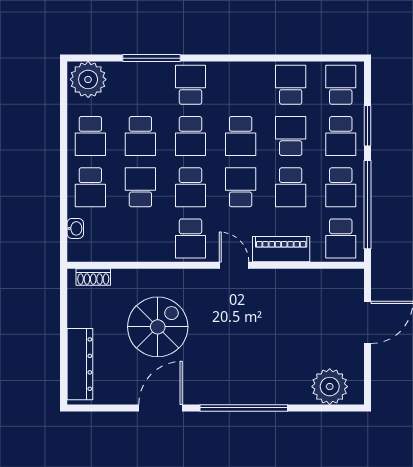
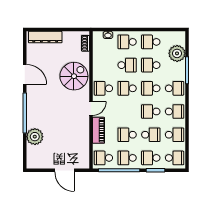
plant: (88, 79) -> (177, 53), moved
school desk: (241, 187) -> (175, 112), moved
spiral stairs: (158, 327) -> (74, 76), moved, turned -90
plant: (330, 387) -> (35, 137), moved

